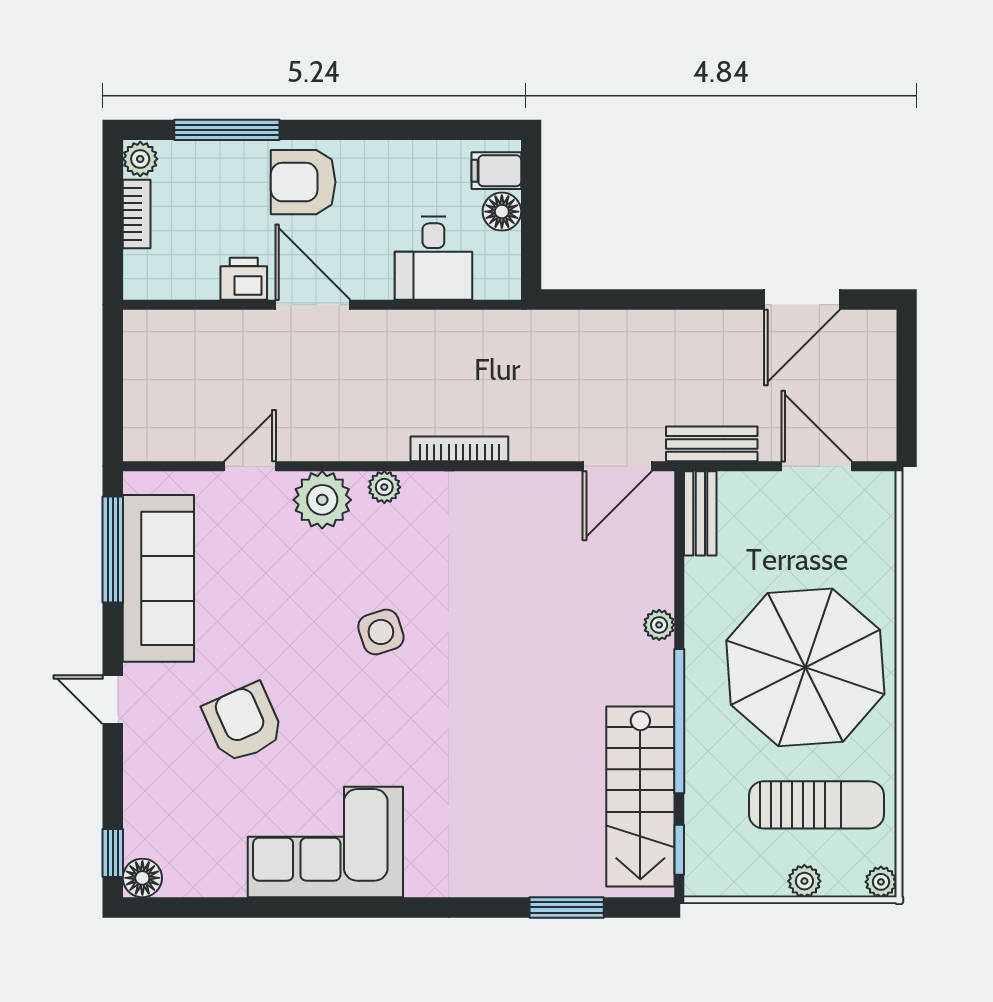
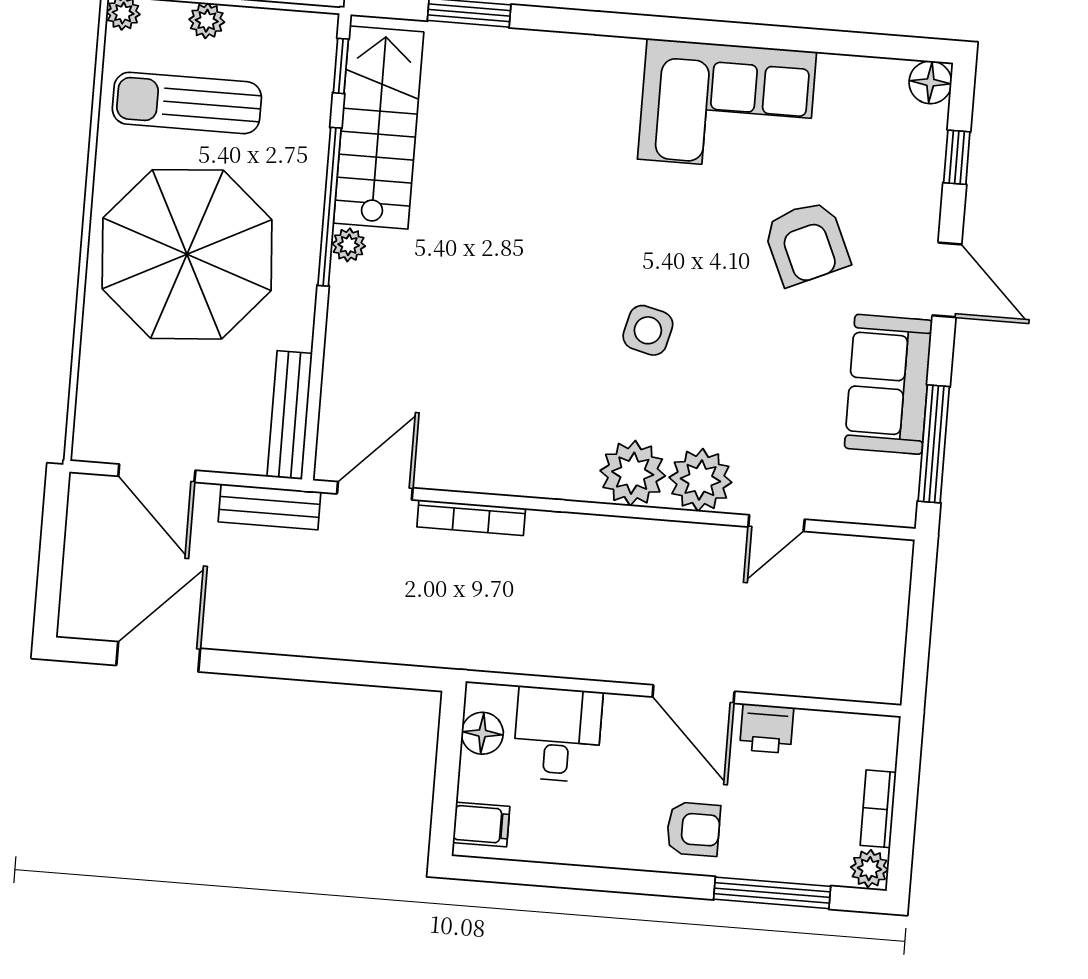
armchair: (303, 182) -> (693, 829), width x0.72, depth x0.72
floor lamp: (502, 212) -> (482, 733), moved
bookcase: (459, 449) -> (471, 518), moved
plant: (384, 487) -> (633, 473), width x1.88, depth x1.88
bench: (700, 513) -> (290, 415), width x1.36
sofa: (158, 578) -> (888, 384), width x0.73
plant: (659, 625) -> (349, 245), moved
side table: (381, 632) -> (648, 330), turned 32
door: (113, 700) -> (947, 280), width x1.38
window: (113, 853) -> (957, 157), moved

